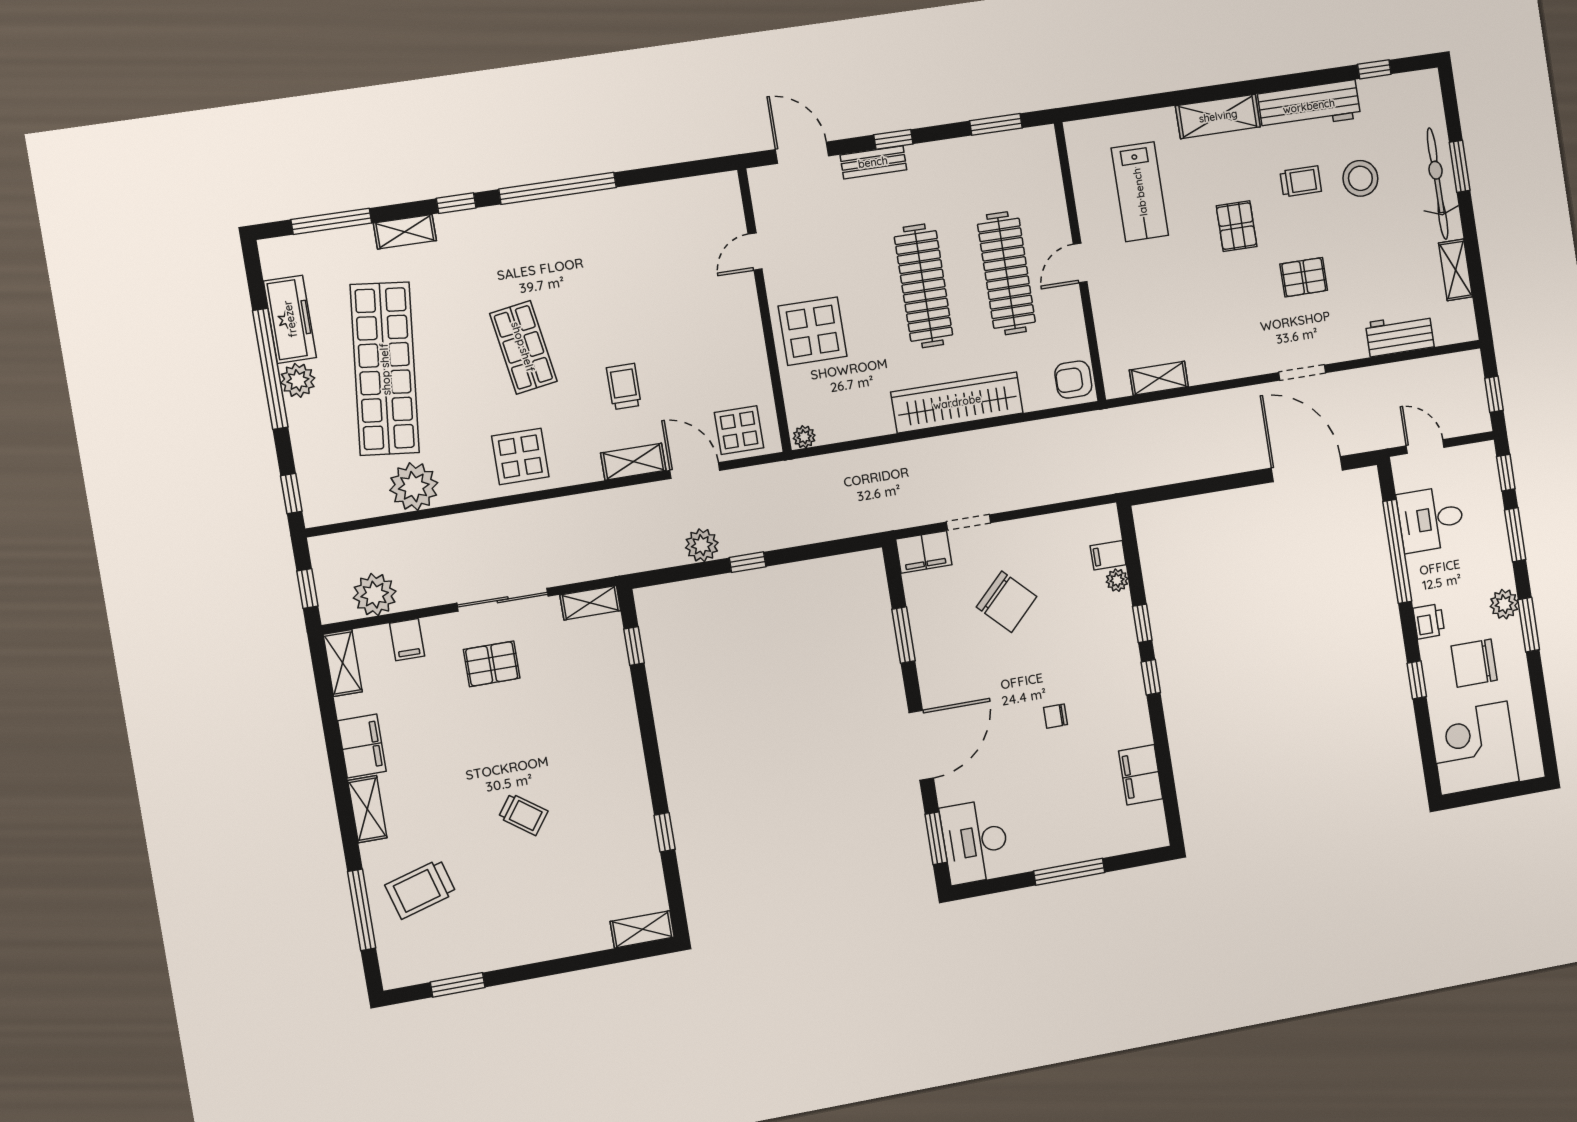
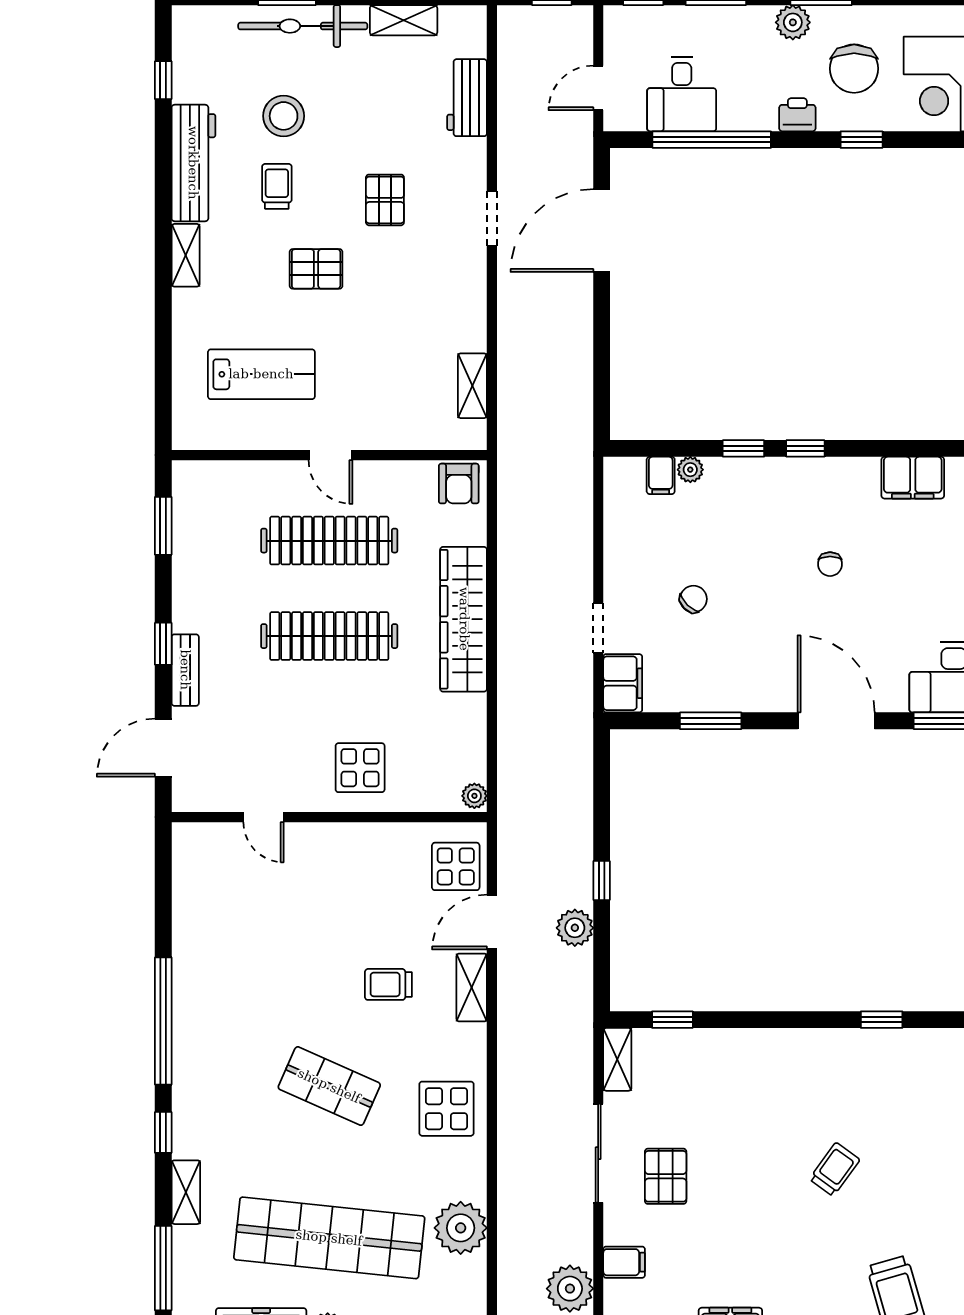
shelving: (1218, 116) -> (186, 255), width x0.67, depth x0.75
display table: (813, 331) -> (360, 768), width x0.73, depth x0.73
shop shelf: (523, 347) -> (329, 1086), turned 33
chair: (1007, 602) -> (693, 599), width x0.54, depth x0.54

